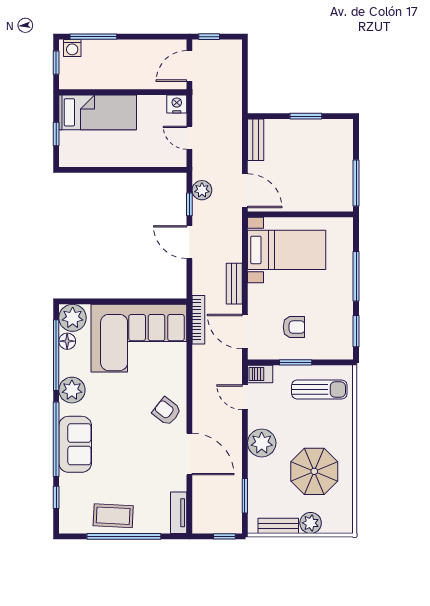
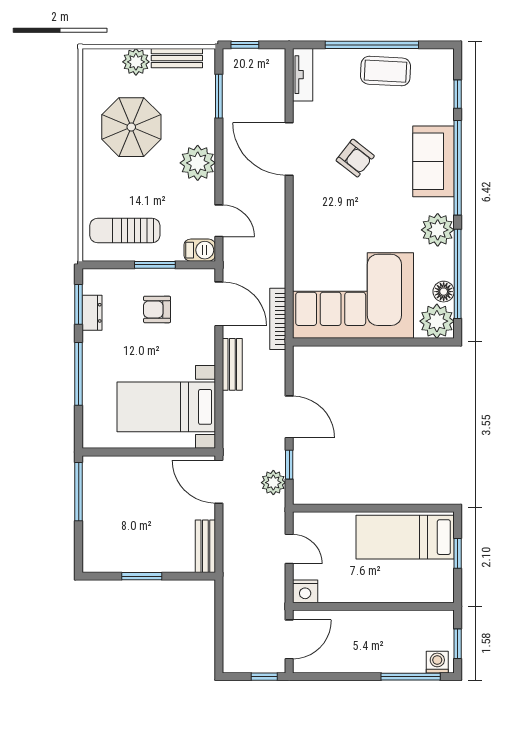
bed: (98, 112) -> (405, 537), moved
dresser: (345, 324) -> (92, 313), added
armchair: (167, 411) -> (355, 158), moved

